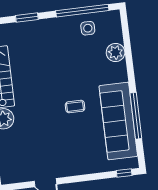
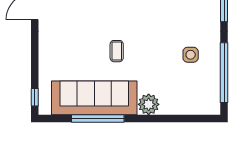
side table: (88, 28) -> (191, 55), moved
plant: (116, 52) -> (149, 104), moved

